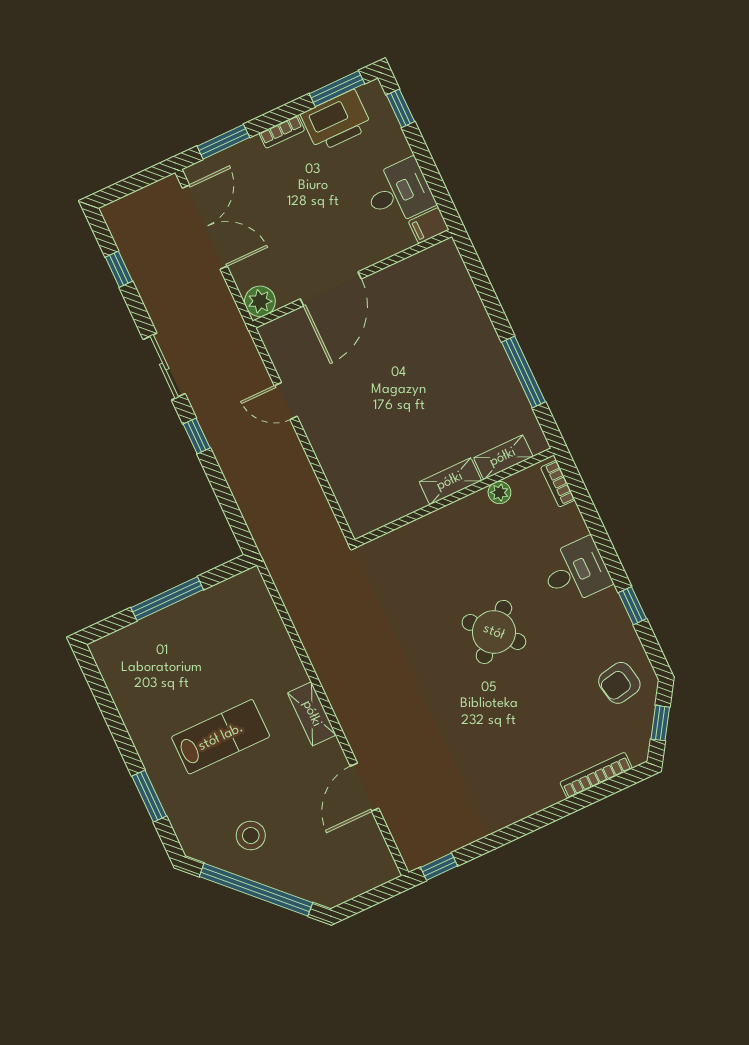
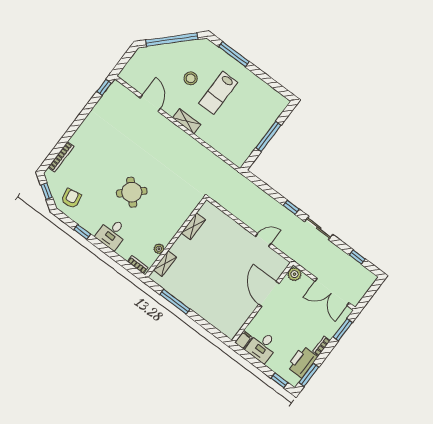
shelving: (450, 481) -> (193, 226), moved
window: (149, 796) -> (234, 54), width x1.44
stool: (251, 835) -> (191, 78), moved

